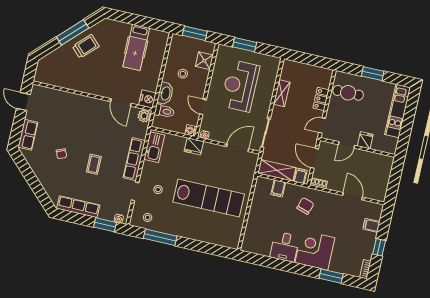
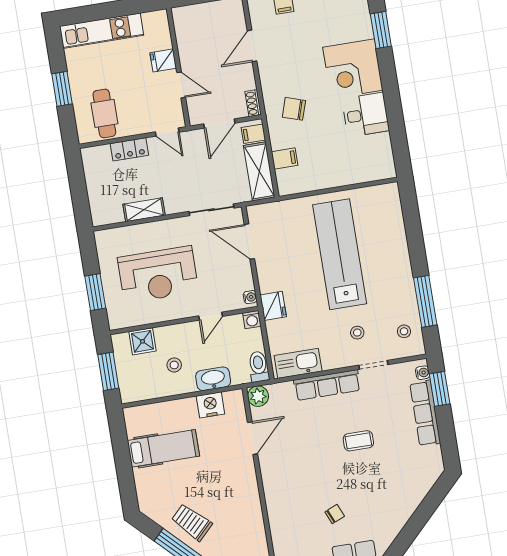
nightstand: (147, 99) -> (210, 405), moved
toilet: (164, 111) -> (259, 367), moved
chair: (61, 154) -> (335, 514), moved
row of seats: (78, 207) -> (425, 413), moved

